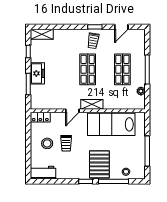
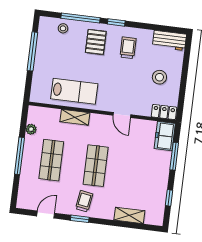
shelving: (42, 34) -> (129, 215), moved
freezer: (37, 73) -> (165, 136), moved
shelving: (92, 104) -> (75, 117), moved
door: (72, 111) -> (122, 115), swing flipped
lab bench: (111, 124) -> (74, 91), width x0.73, depth x0.72
trolley: (66, 143) -> (128, 48), moved
pallet: (99, 164) -> (96, 42), width x0.67, depth x0.71

